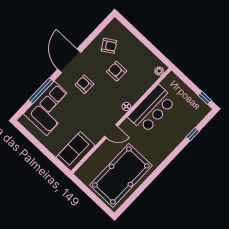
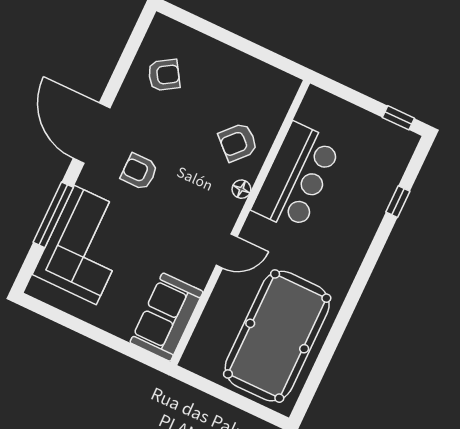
armchair: (117, 71) -> (238, 142), moved, turned -47
plant: (159, 71) -> (285, 93), removed

